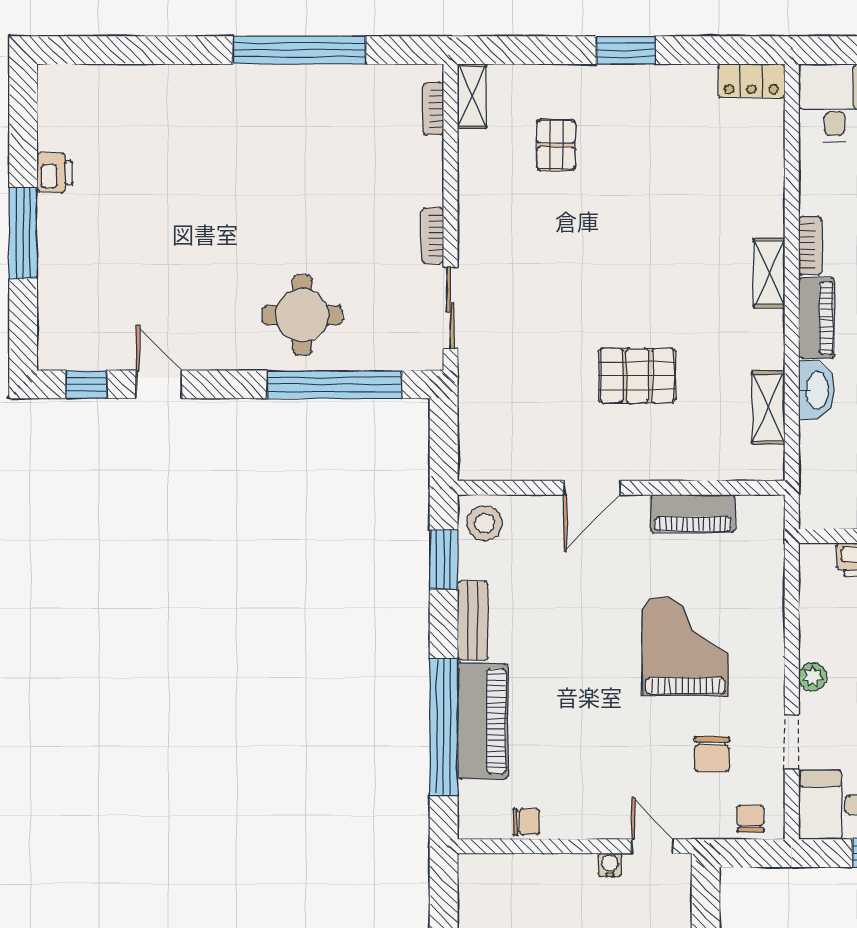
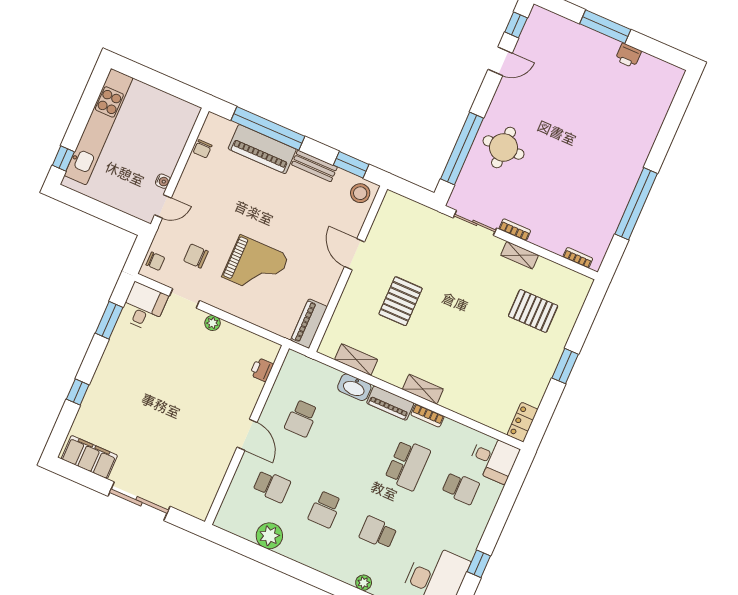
shelving: (472, 96) -> (520, 255), moved
pallet: (556, 145) -> (533, 311), width x1.50, depth x1.42
piano: (693, 514) -> (309, 324), moved

